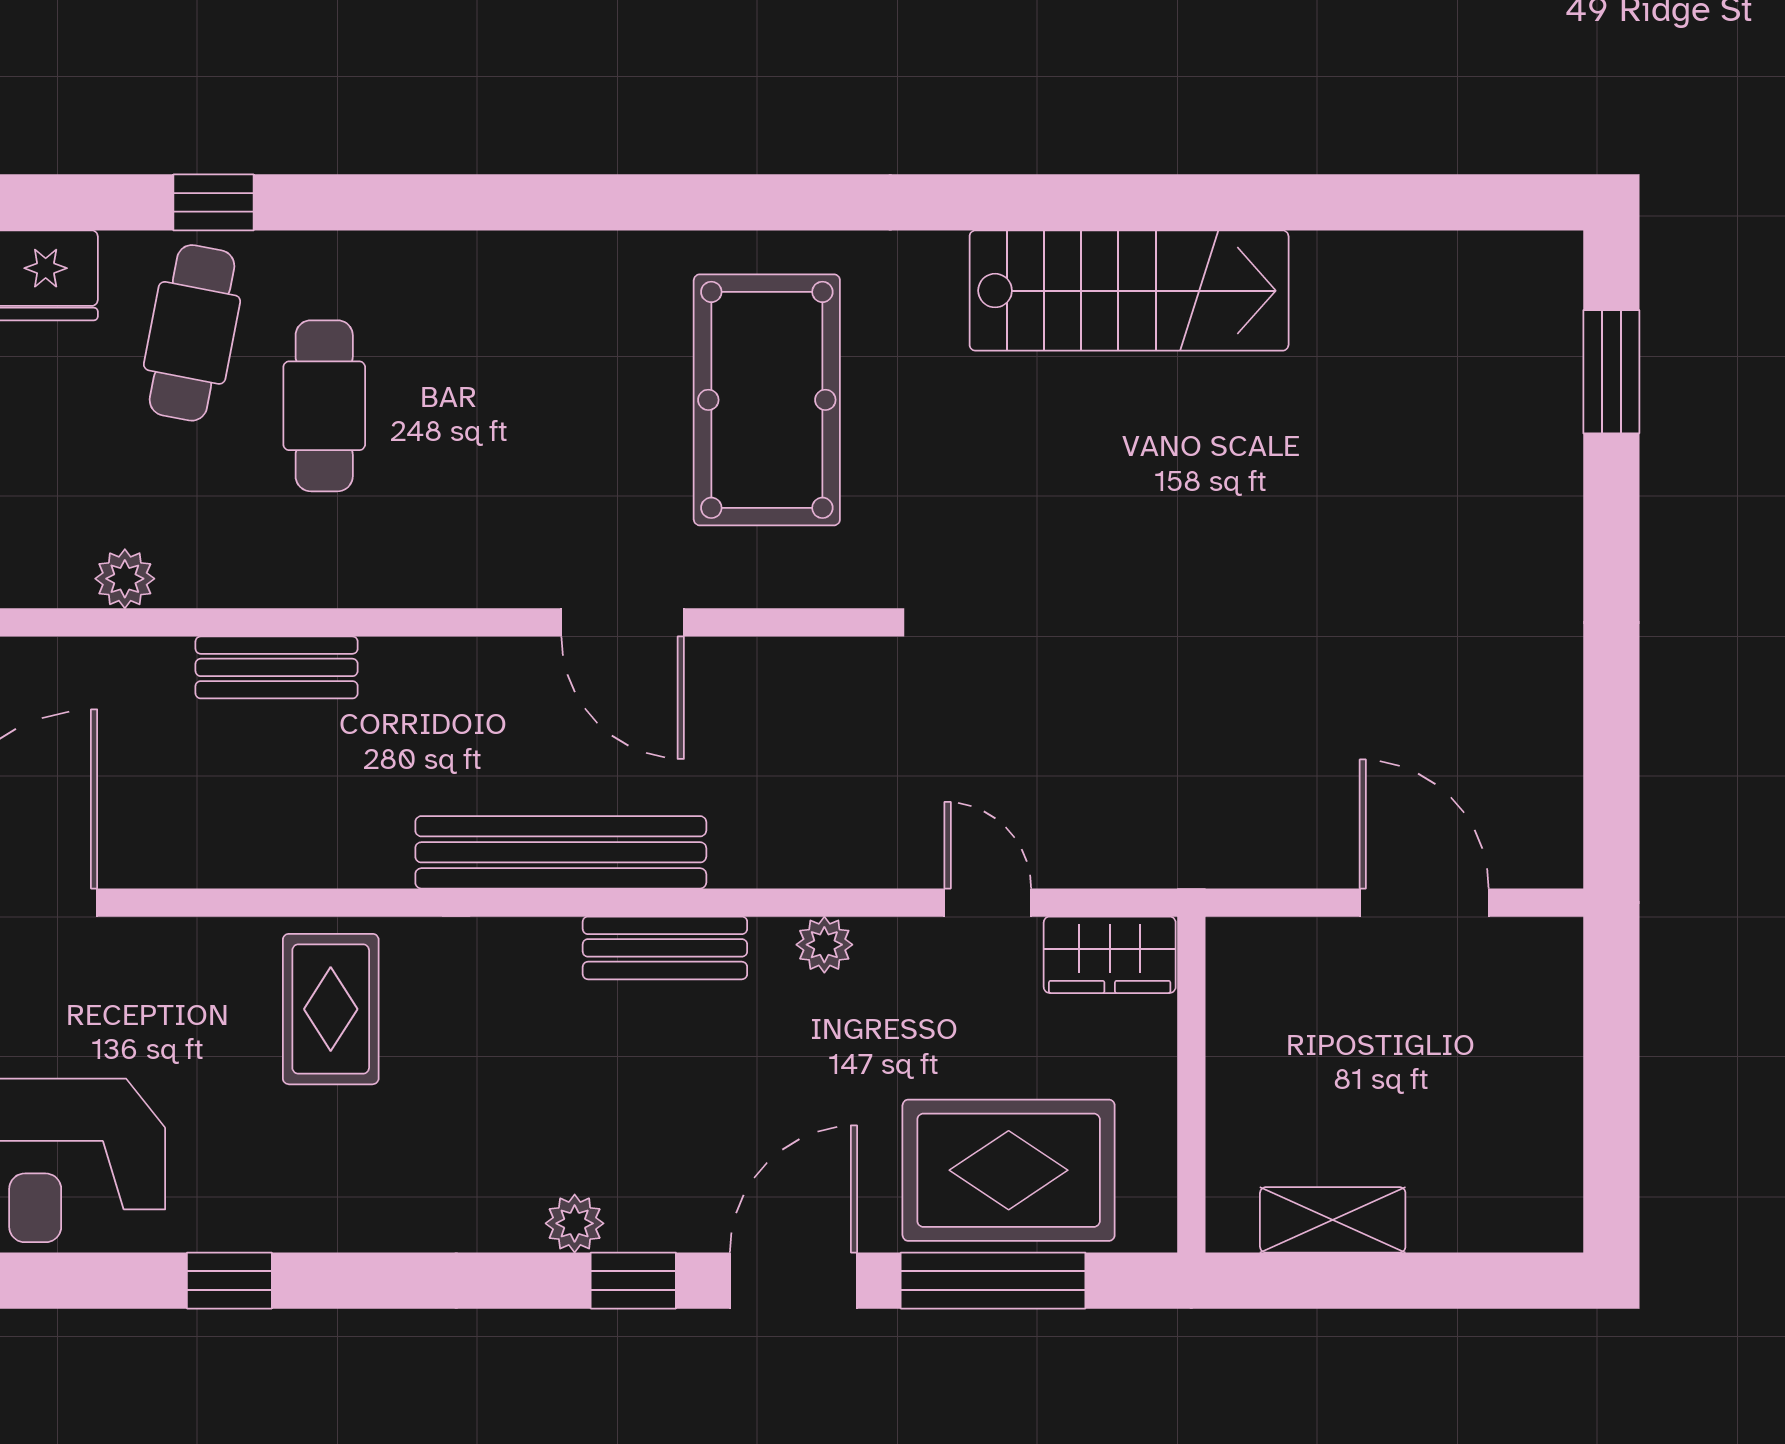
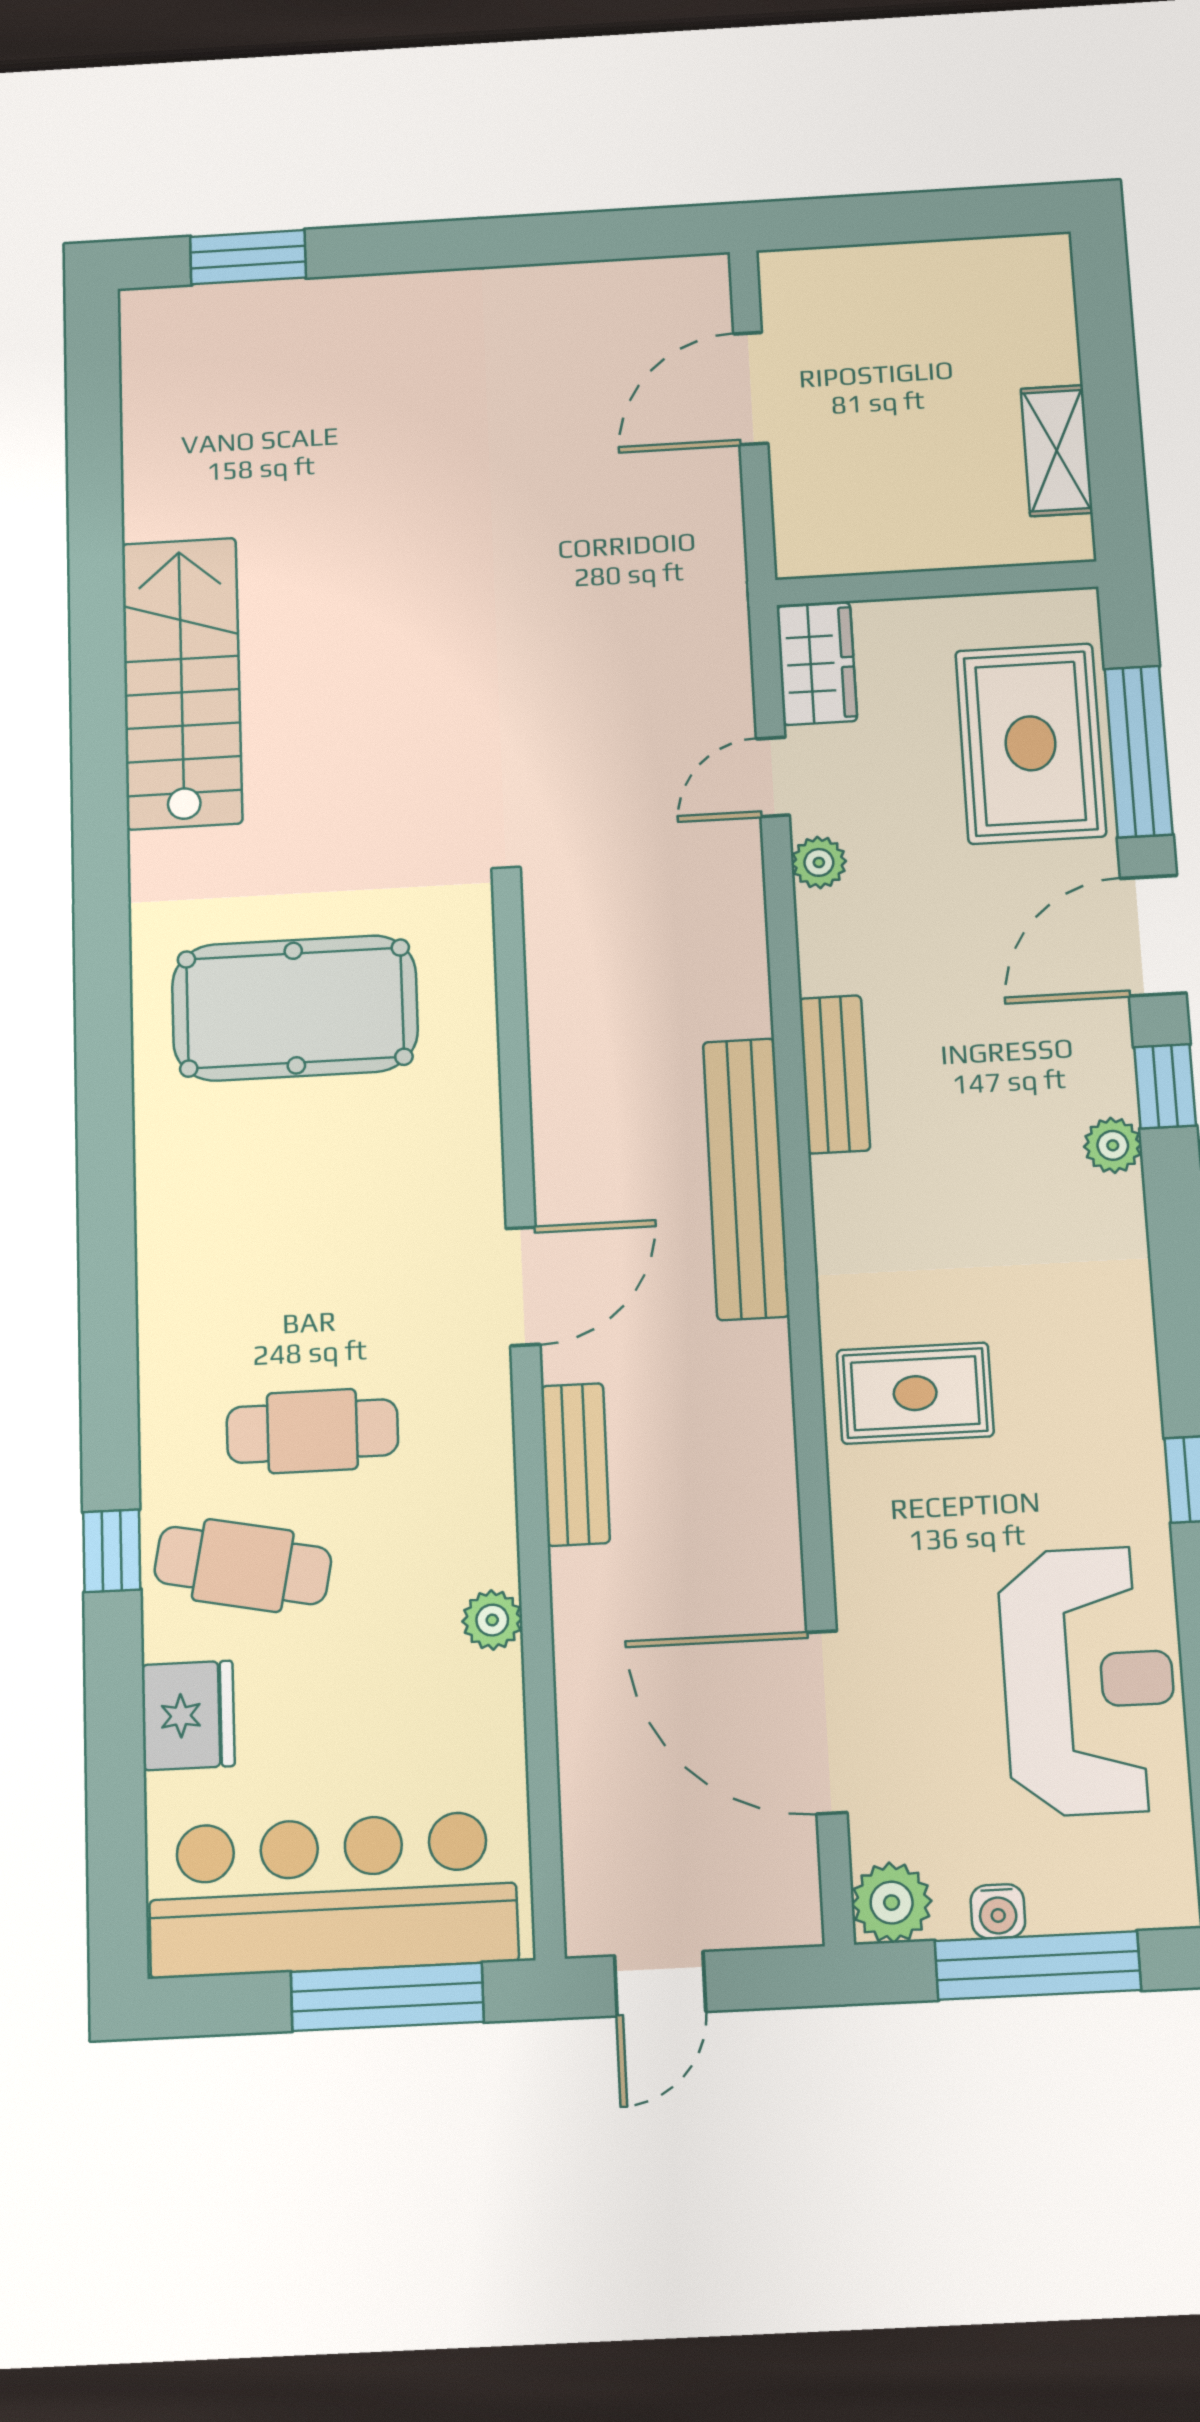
door: (623, 622) -> (523, 1286), moved
plant: (824, 945) -> (819, 862), moved
door: (793, 1281) -> (1153, 936), hinge flipped

